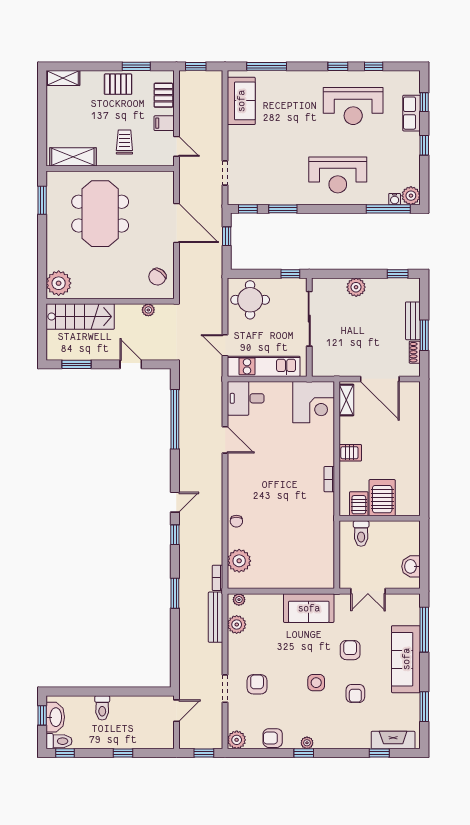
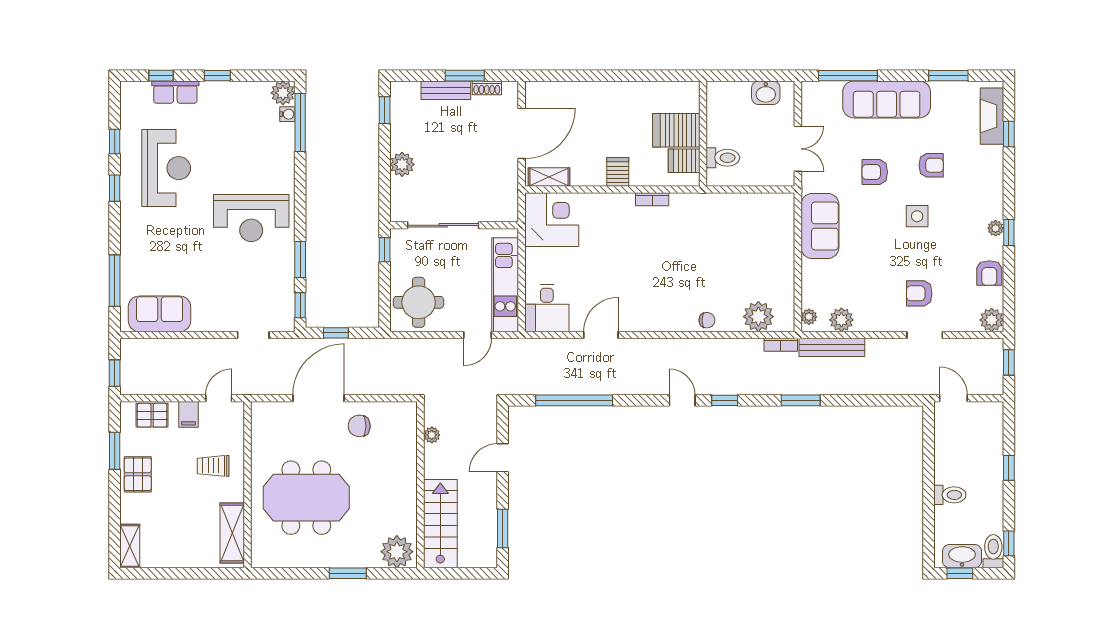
reception desk: (338, 175) -> (251, 218), moved, turned 90
window: (42, 200) -> (348, 573), moved
chair: (157, 277) -> (359, 426), moved, turned 143

